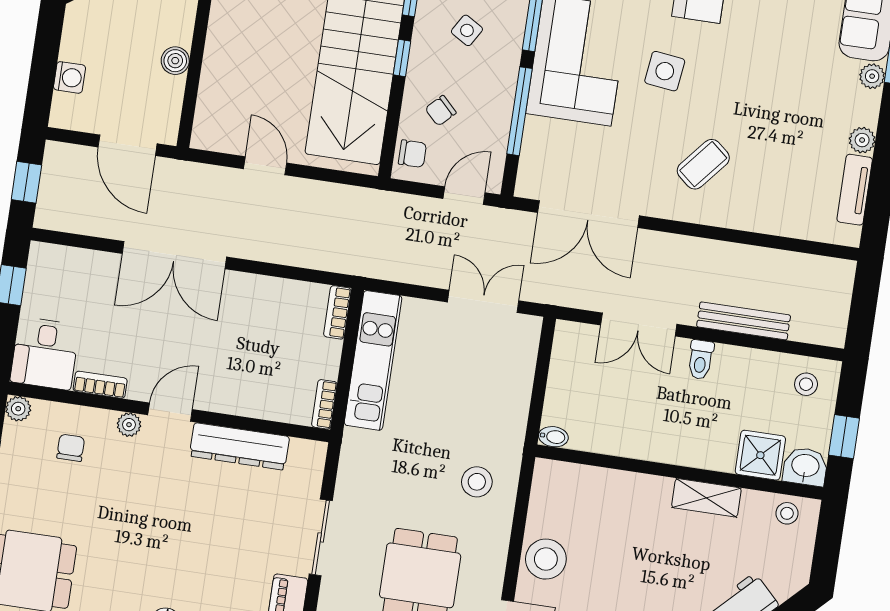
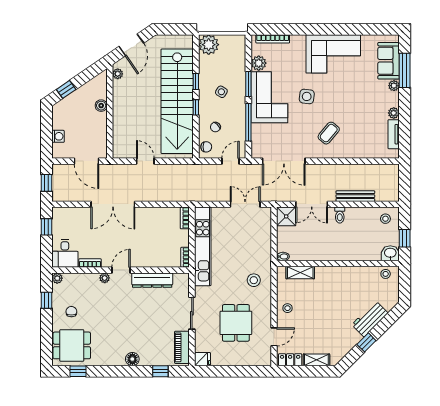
boiler: (175, 61) -> (101, 106), moved
kitchen unit: (373, 360) -> (203, 246), width x1.36
chair: (71, 448) -> (71, 312), moved
shower: (760, 455) -> (286, 216), moved
shelving: (706, 498) -> (300, 272), moved
stool: (546, 559) -> (288, 308), width x0.53, depth x0.53

